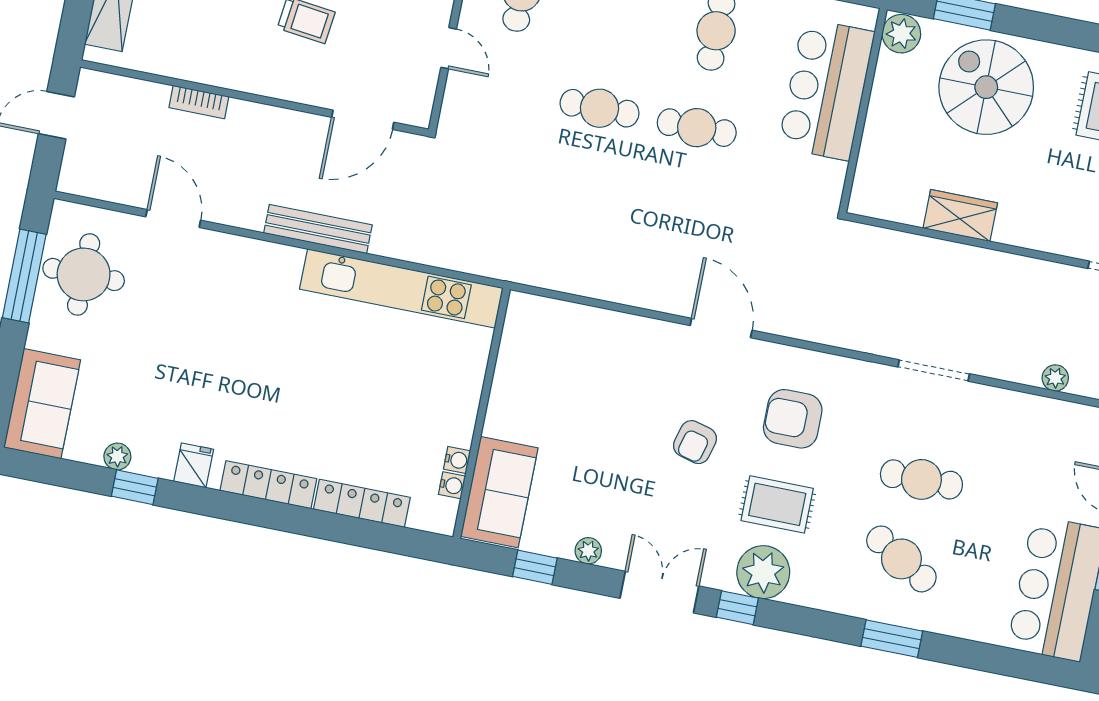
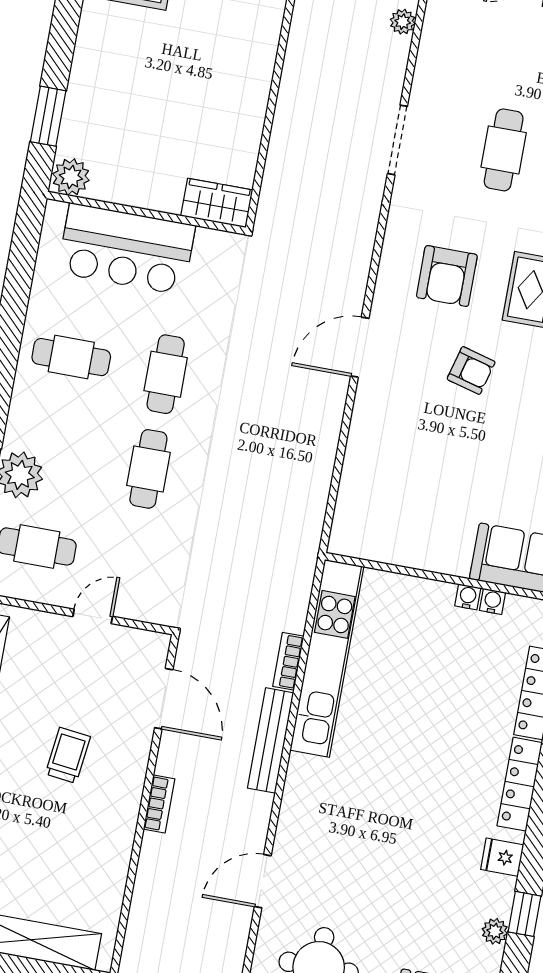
spiral stairs: (986, 87) -> (121, 94), removed
bookcase: (199, 102) -> (159, 804), moved
wardrobe: (960, 216) -> (217, 203), moved, turned 90
bookcase: (399, 249) -> (288, 661), added
water cooler: (452, 485) -> (468, 597), moved

